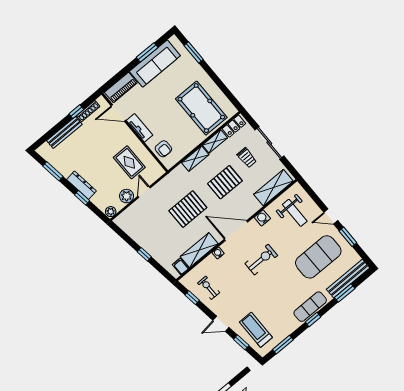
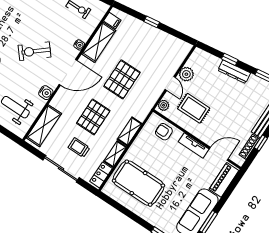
plant: (111, 212) -> (164, 105), moved
exercise bike: (261, 260) -> (35, 51), turned 50

